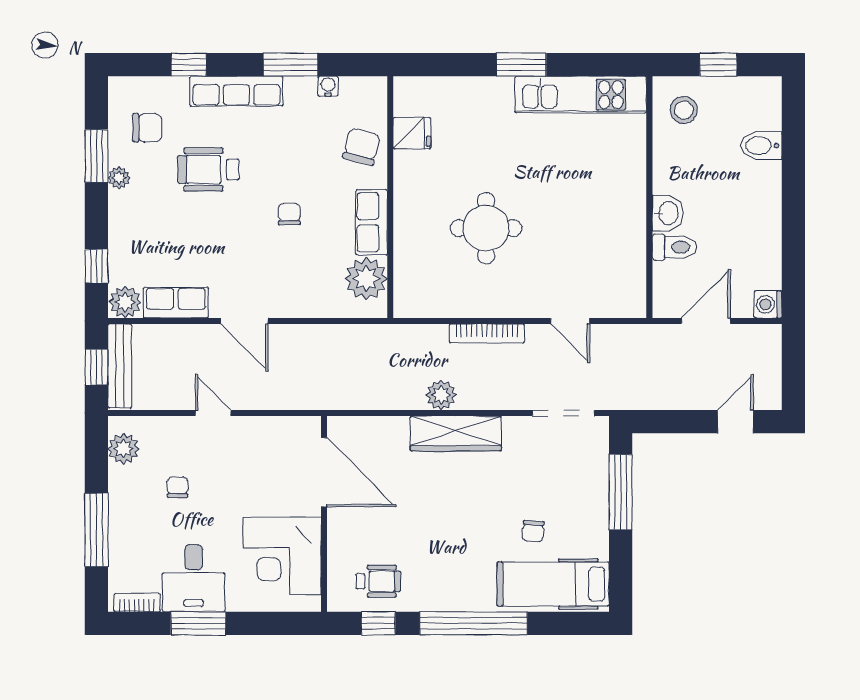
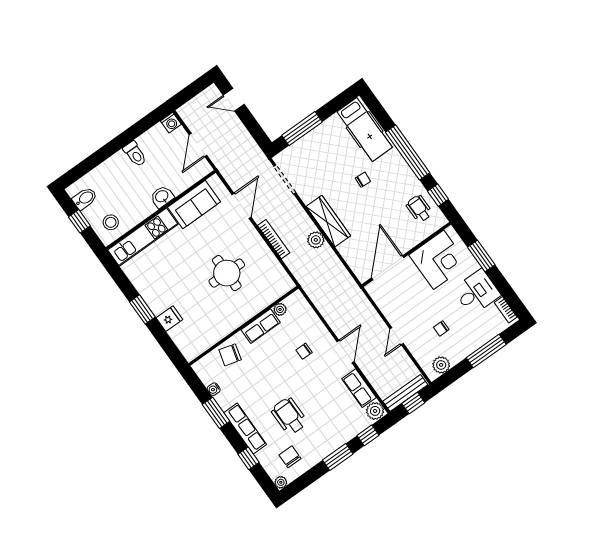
kitchen unit: (581, 95) -> (143, 237), moved, turned 90
fridge: (412, 133) -> (169, 319), moved, turned 90
bidet: (761, 146) -> (85, 198), moved, turned -90
window: (96, 156) -> (338, 457), moved
wheelchair: (208, 170) -> (289, 416), turned 180
plant: (119, 178) -> (281, 482), moved
chair: (289, 214) -> (304, 351), moved
toilet: (675, 247) -> (135, 154), moved, turned 180
sofa: (622, 252) -> (194, 205), added
plant: (366, 279) -> (280, 309), width x0.53, depth x0.53
door: (570, 321) -> (241, 206), width x1.38
door: (706, 321) -> (198, 145), hinge flipped
chair: (533, 531) -> (363, 180), moved
window: (198, 623) -> (481, 256), moved

